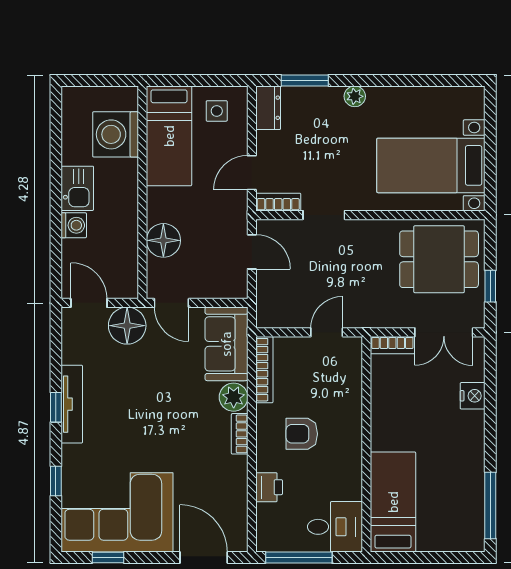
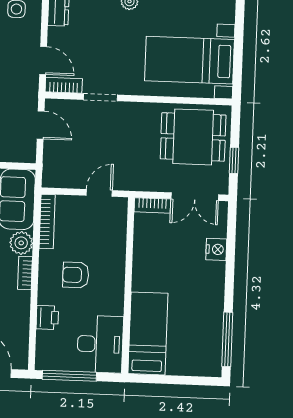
door: (252, 173) -> (43, 60), swing flipped
desk: (335, 527) -> (100, 344), width x1.37

